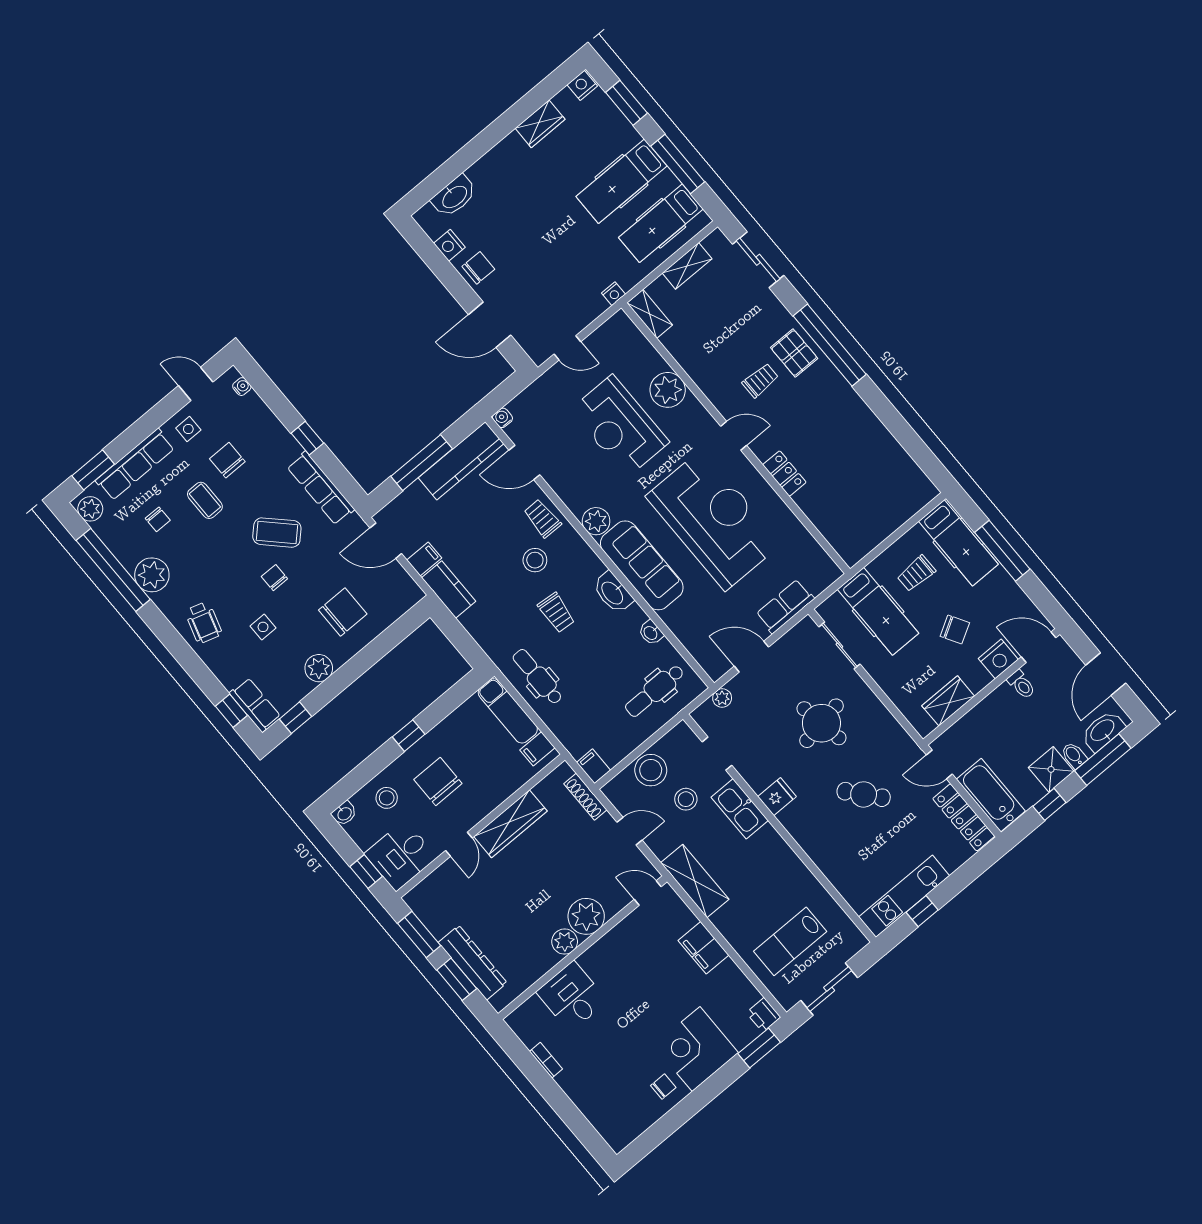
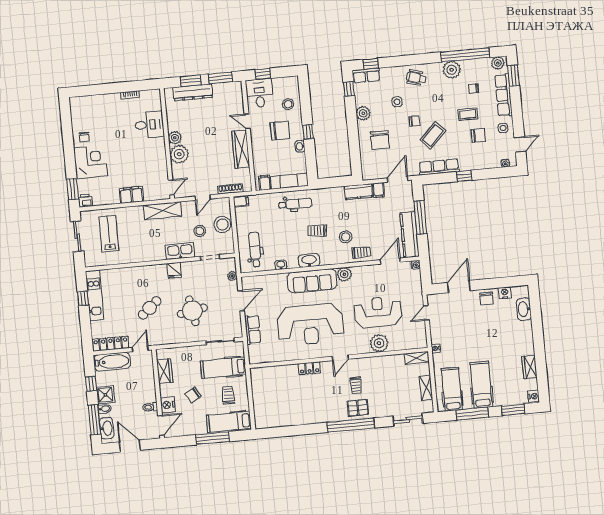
washbasin: (344, 813) -> (300, 146), moved

